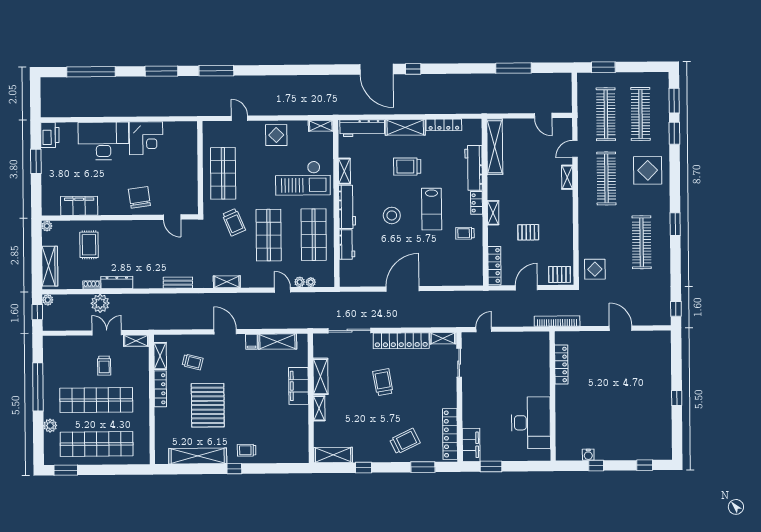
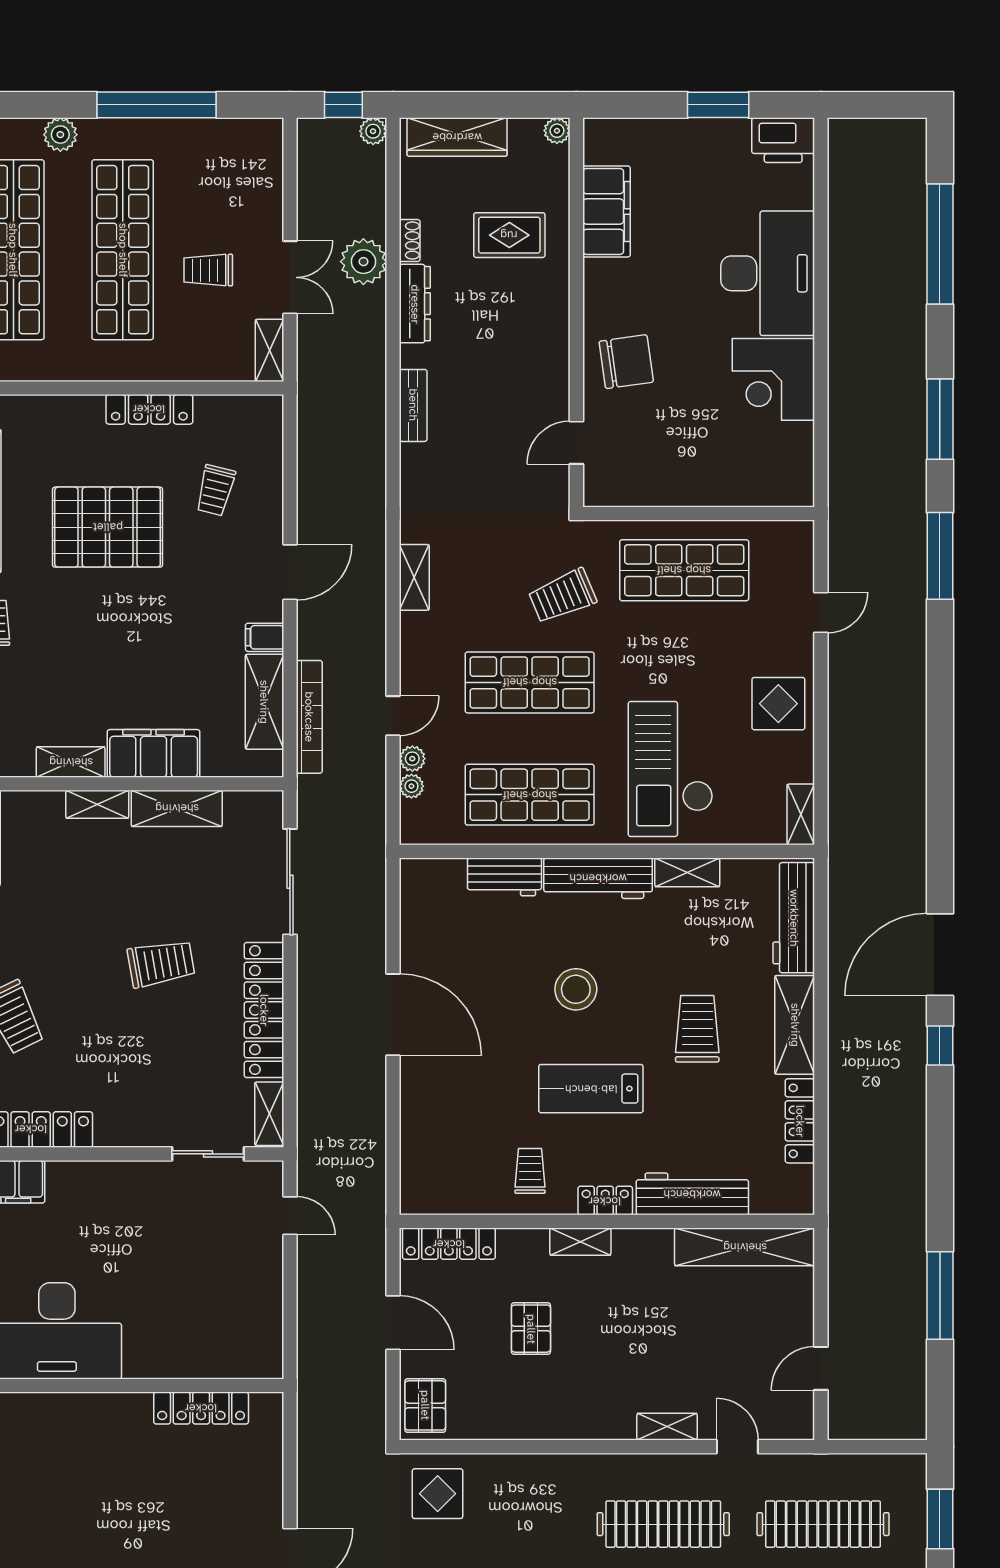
bench: (178, 283) -> (413, 405), moved
bookcase: (557, 321) -> (309, 717), moved
shelving: (160, 356) -> (71, 762), moved

